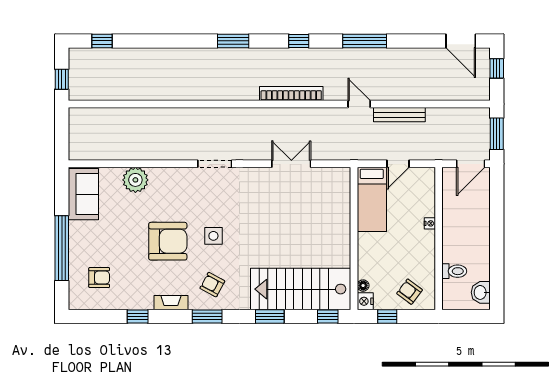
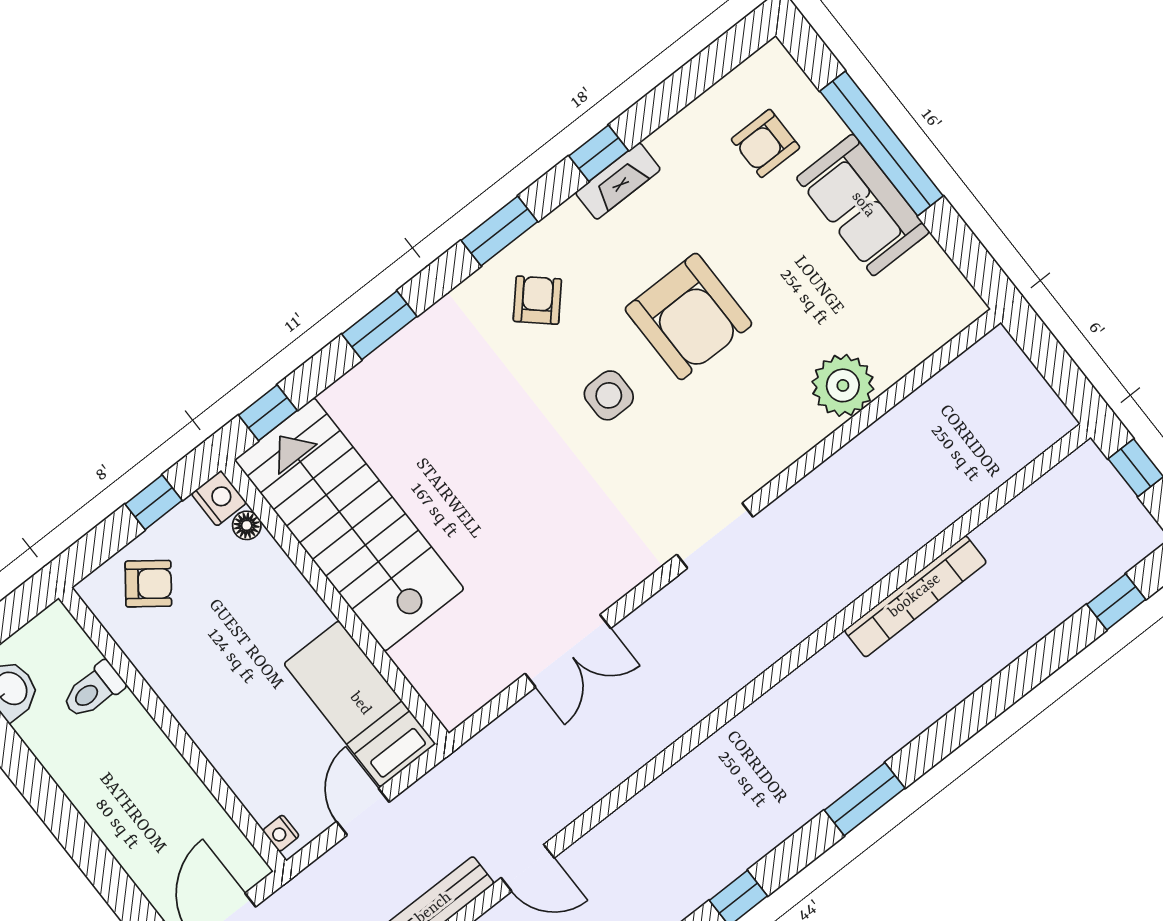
bookcase: (291, 94) -> (915, 596), moved
sofa: (83, 194) -> (863, 205), moved
nightstand: (430, 223) -> (281, 833), moved
armchair: (168, 241) -> (688, 316), turned -90
armchair: (212, 285) -> (537, 300), turned -76
stairs: (301, 289) -> (349, 524), moved, turned -90
fireplace: (171, 303) -> (618, 181), moved
window: (138, 317) -> (599, 153), moved

